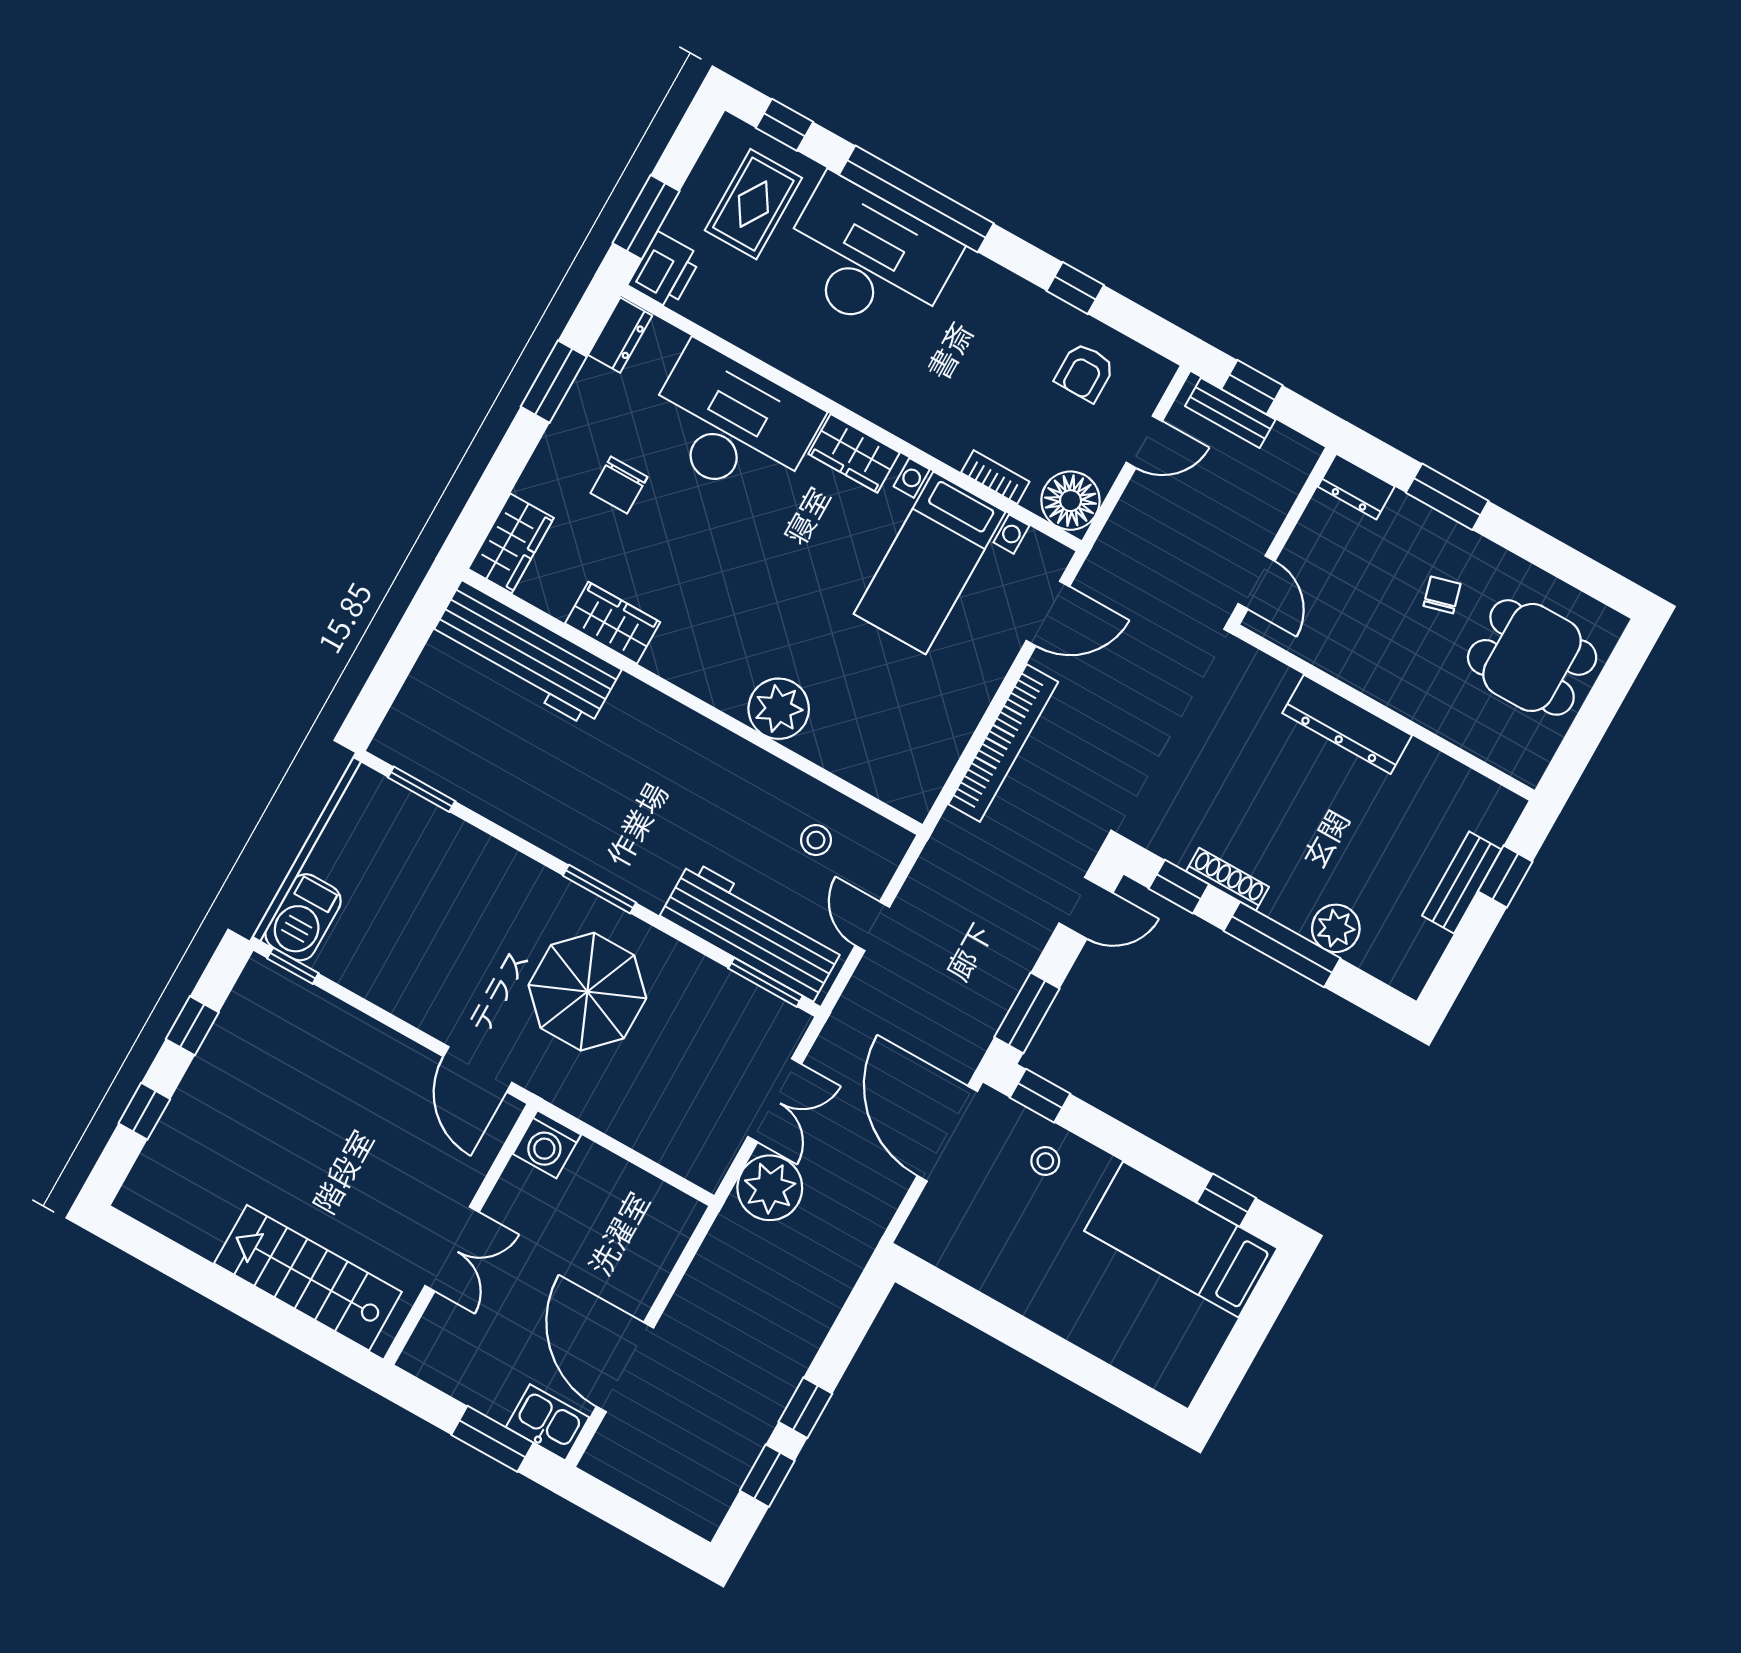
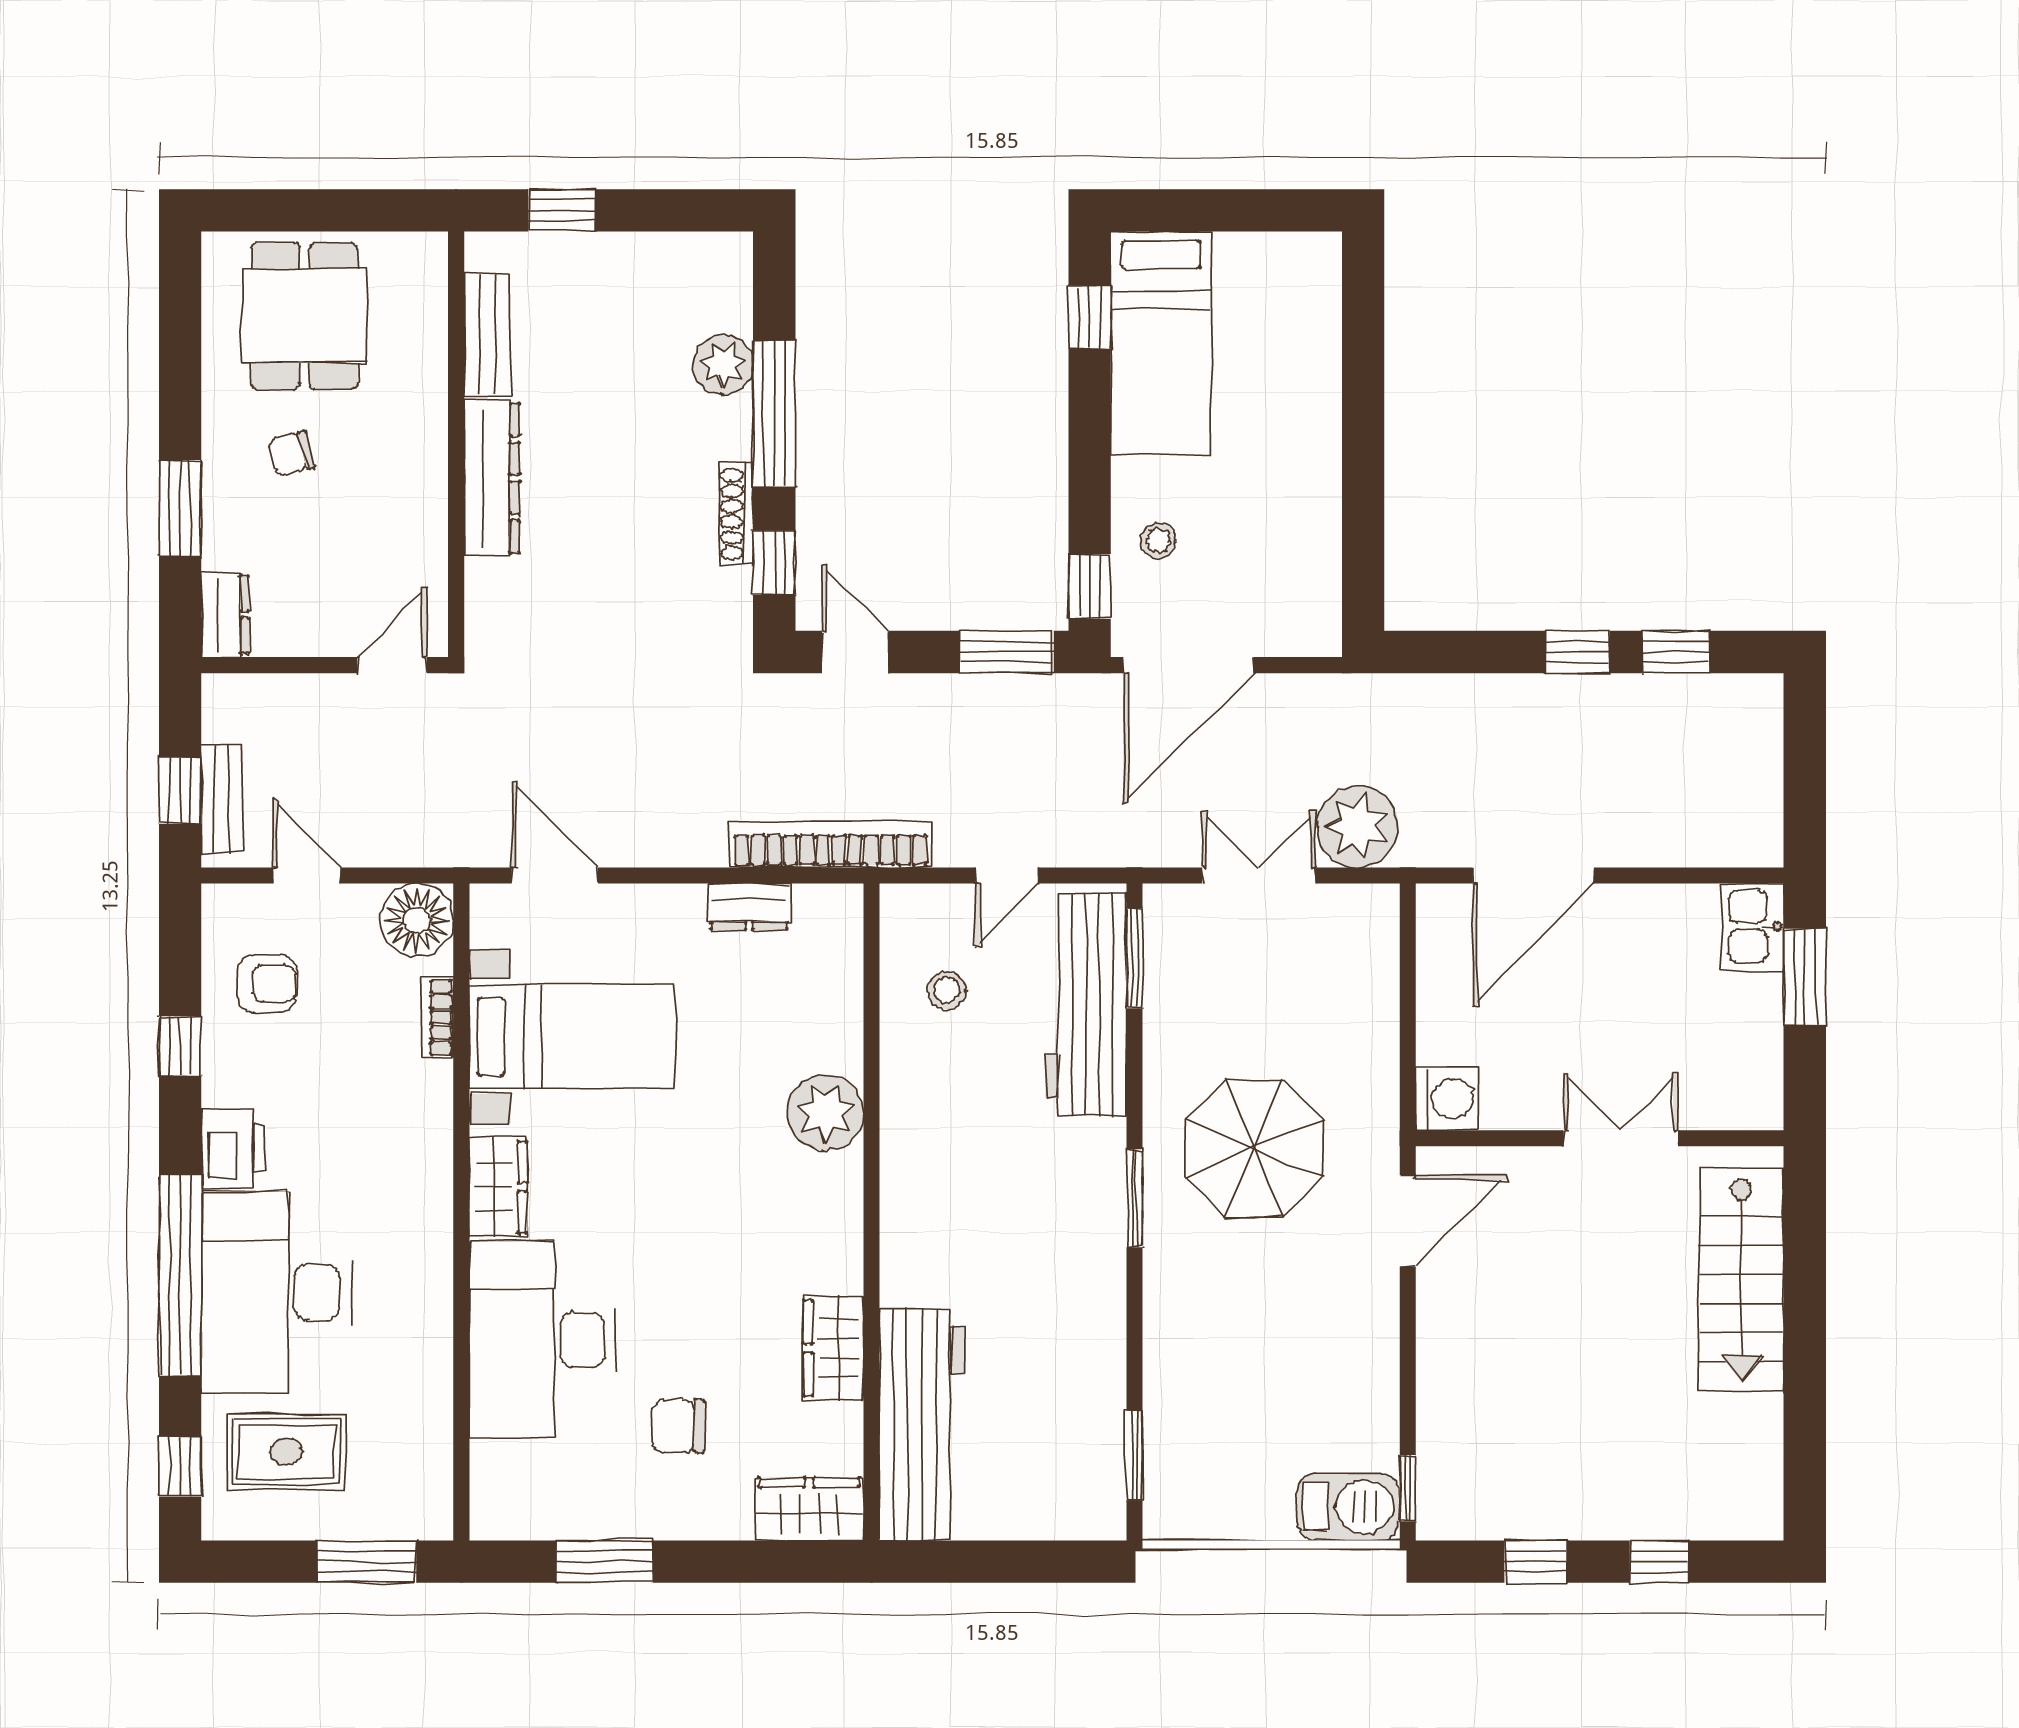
printer: (665, 271) -> (234, 1148), moved, turned 90
dresser: (620, 335) -> (749, 907), moved, turned 180
chair: (619, 485) -> (678, 1426), turned 180
bookcase: (1003, 743) -> (831, 845), moved
bench: (1462, 882) -> (487, 335), moved, turned 90
door: (625, 1367) -> (1534, 875), moved

